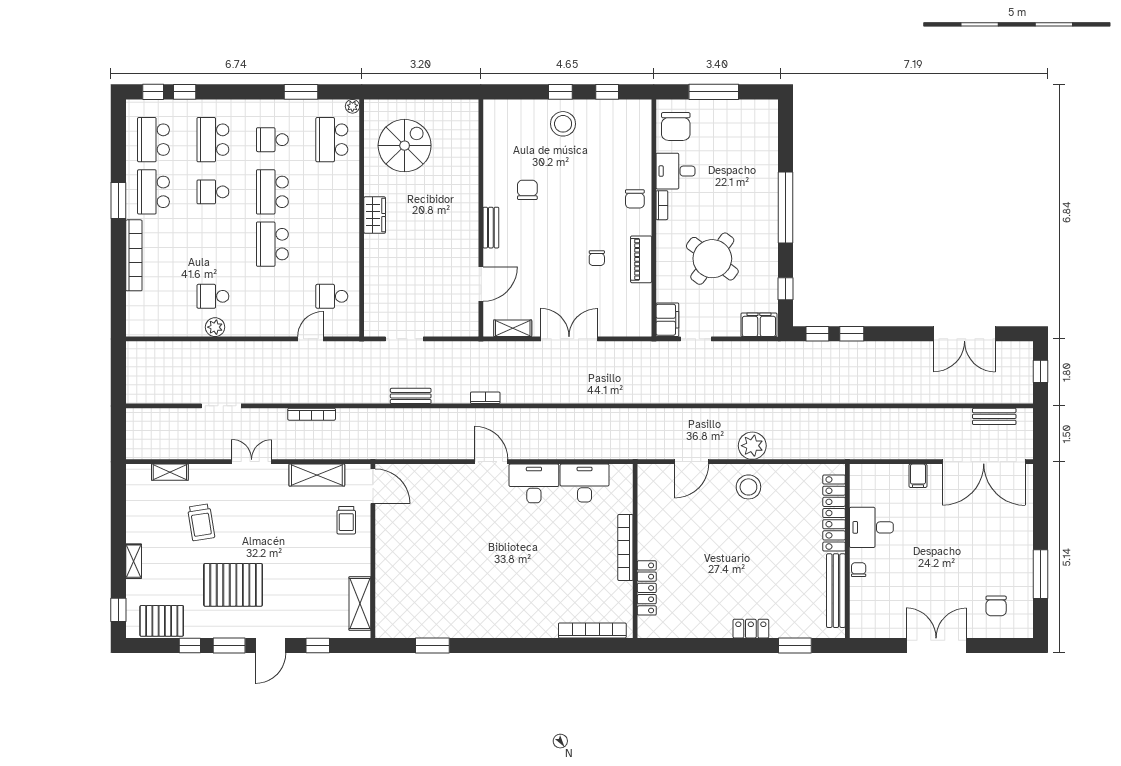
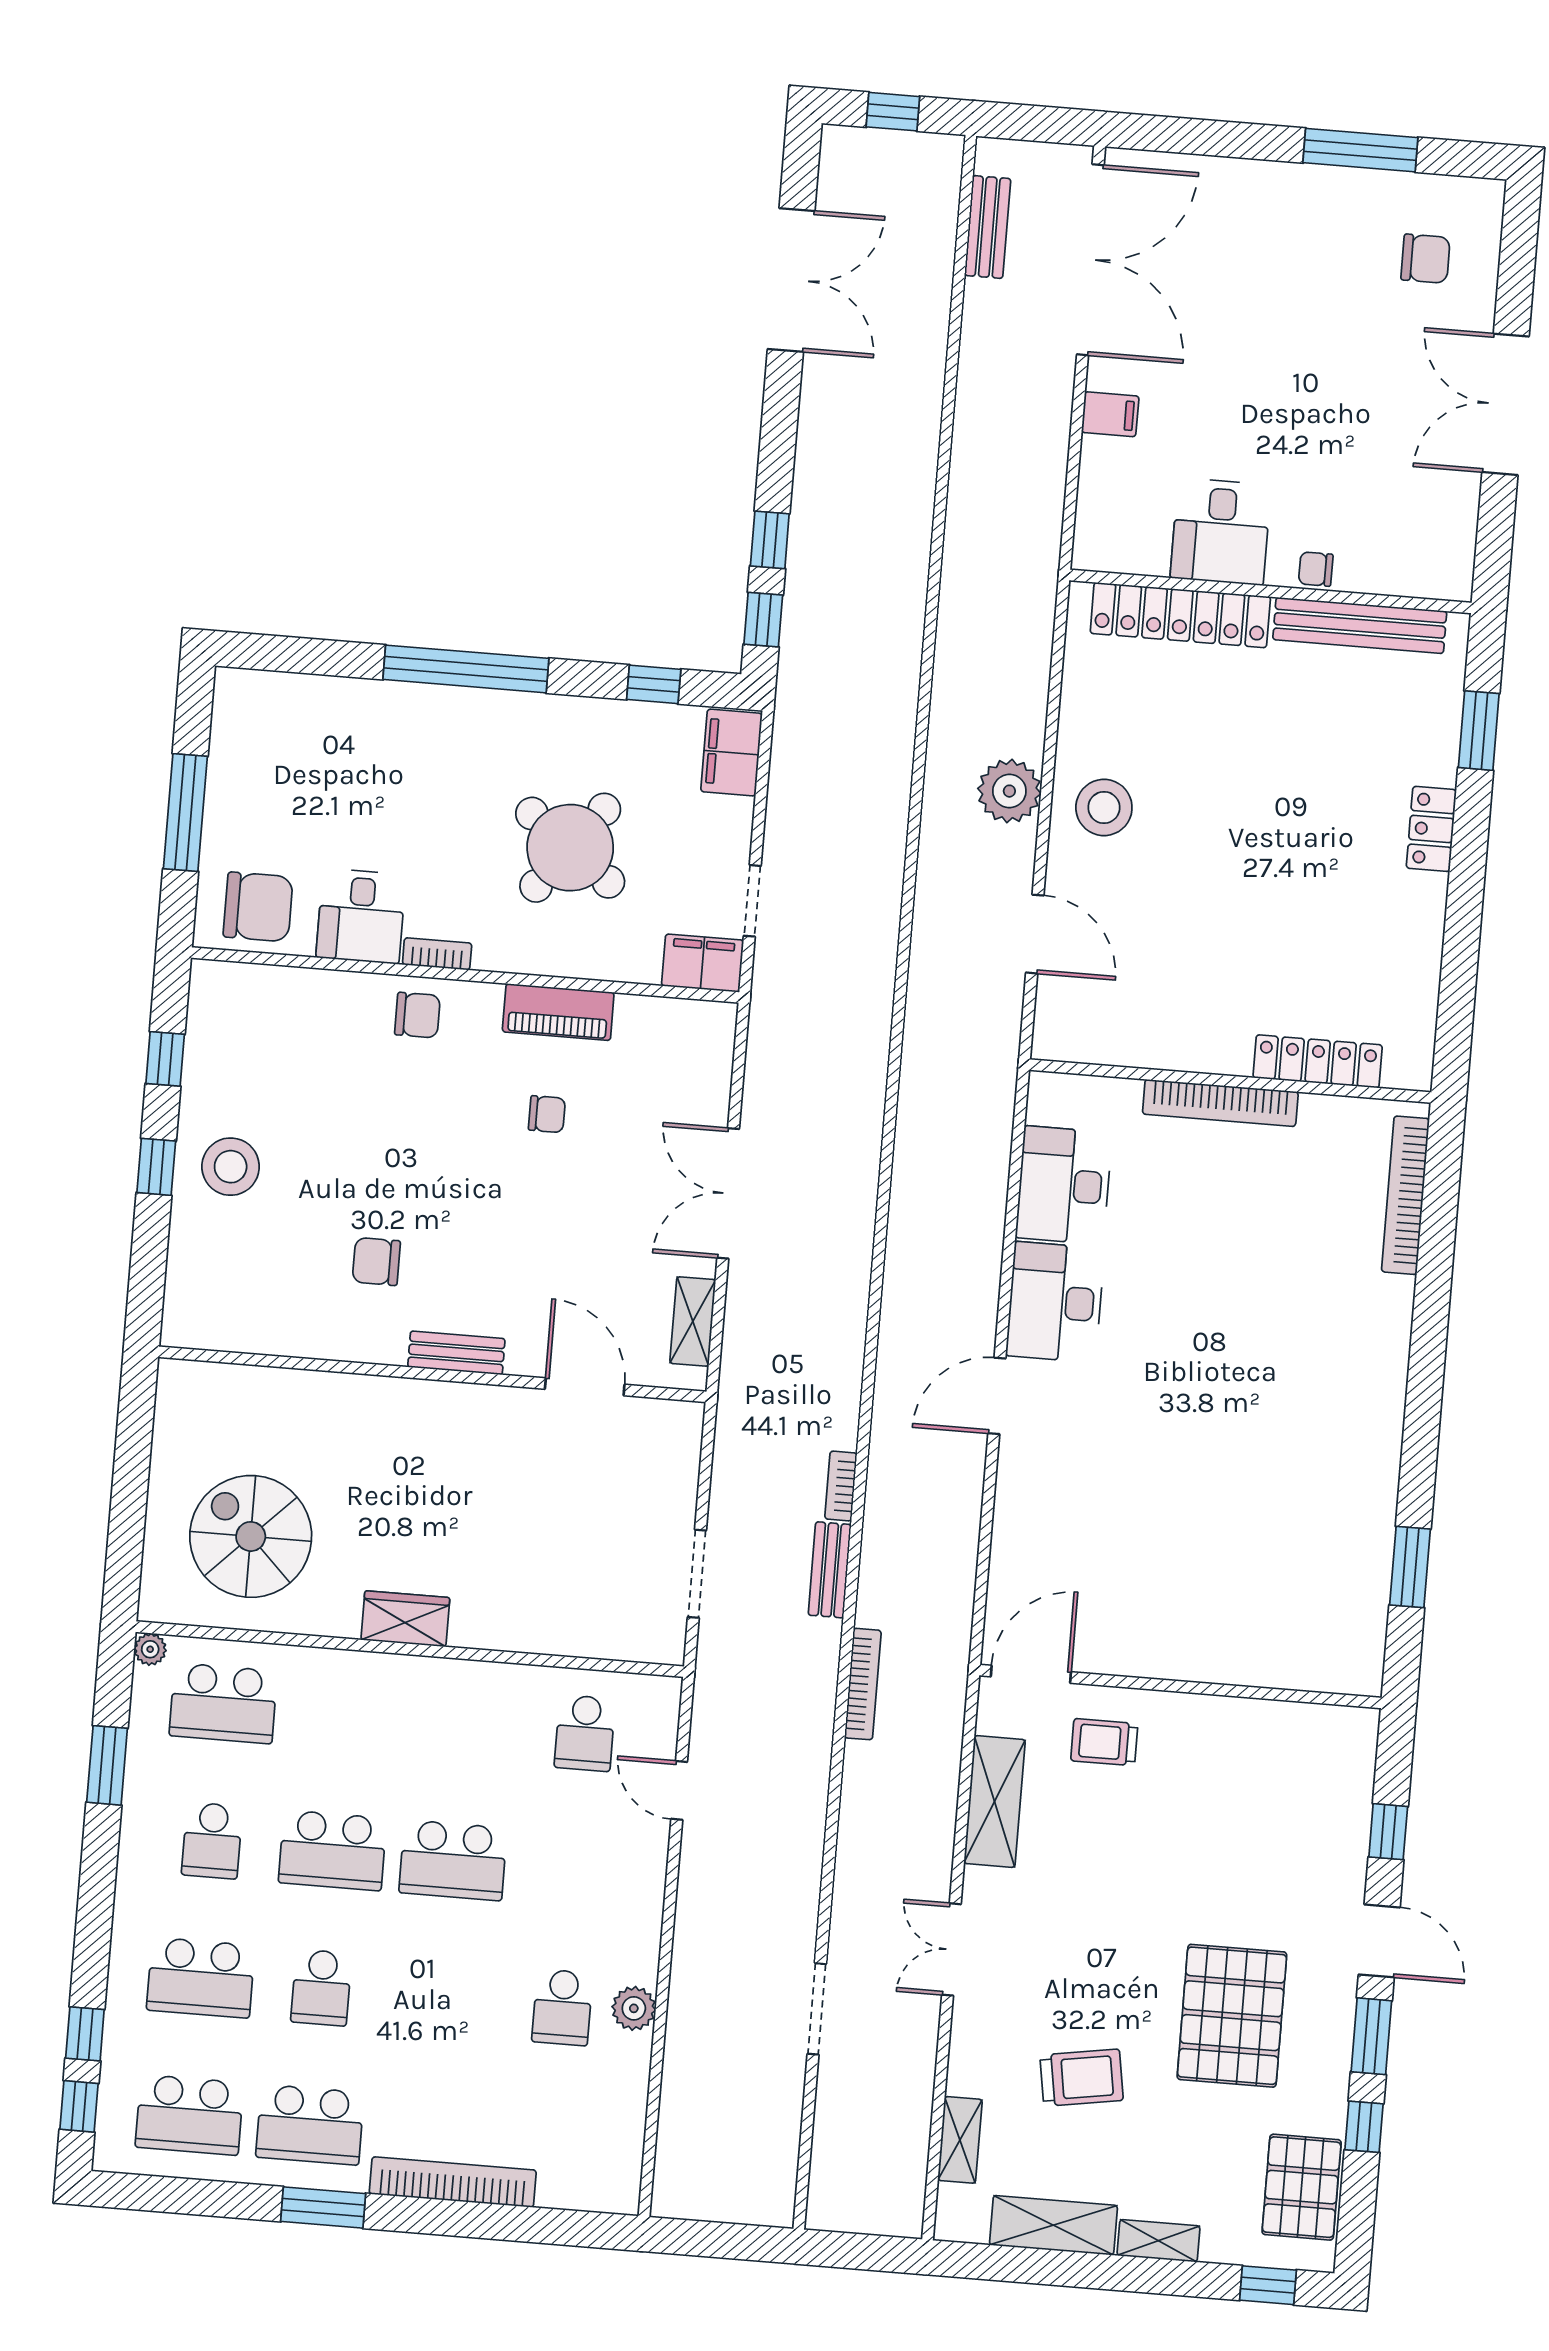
bookcase: (485, 398) -> (841, 1486), moved
bookcase: (312, 414) -> (863, 1684), moved
trolley: (346, 520) -> (1104, 1742), turned 180
shelving: (360, 604) -> (1053, 2225), moved

